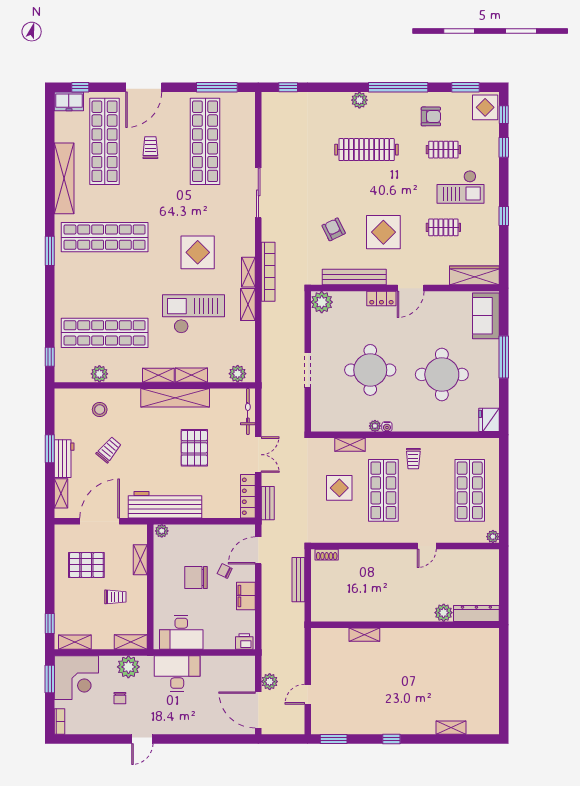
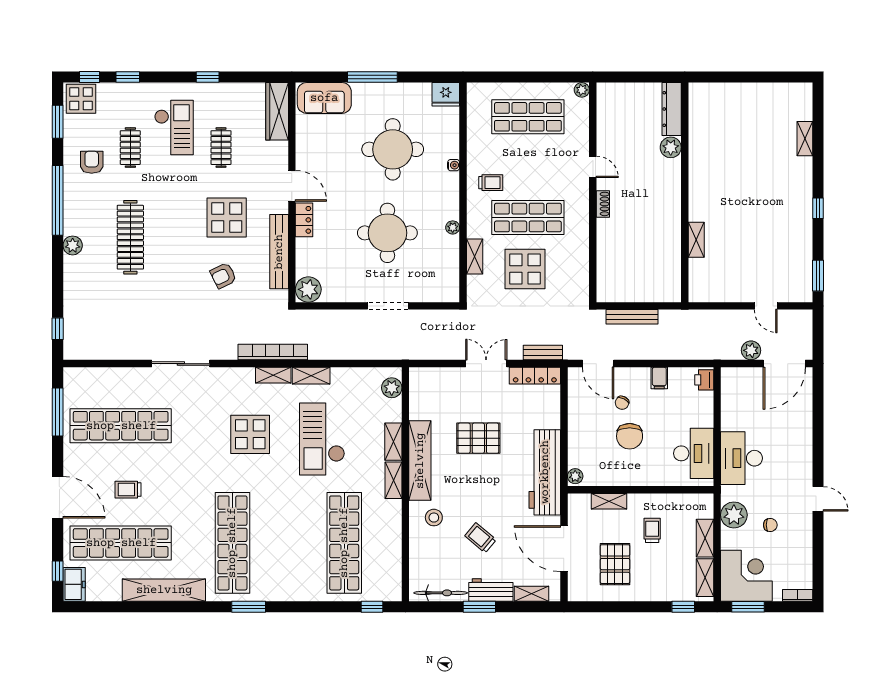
plant: (99, 374) -> (392, 549), removed
stool: (100, 410) -> (434, 518), moved
bicycle: (248, 411) -> (441, 593), moved, turned 180
water cooler: (387, 427) -> (454, 165), moved
display table: (339, 488) -> (525, 269), width x1.36, depth x1.36
shoe rack: (327, 555) -> (603, 204), moved
filing cabinet: (246, 596) -> (659, 378), width x0.50
shelving: (131, 642) -> (705, 538), moved

